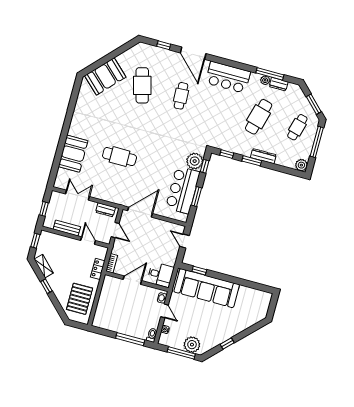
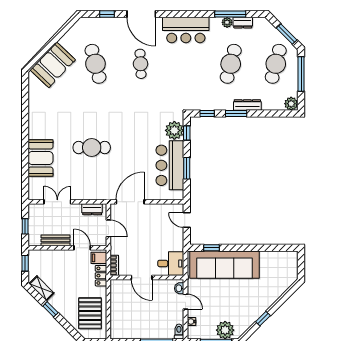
cafe table: (297, 127) -> (276, 64), width x1.37, depth x1.35
filing cabinet: (100, 253) -> (99, 258), added
door: (132, 280) -> (142, 278), swing flipped

